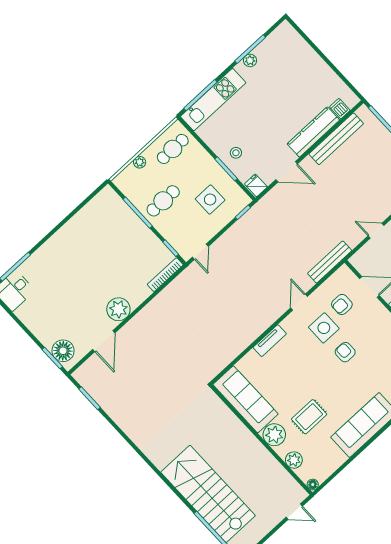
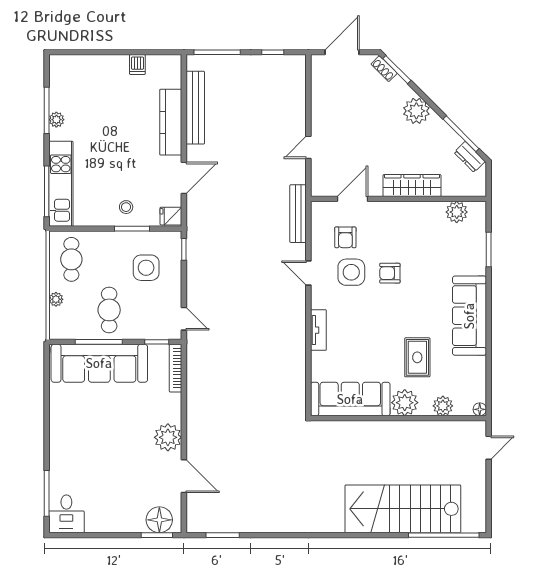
dishwasher: (340, 109) -> (137, 65), moved, turned -90
sofa: (125, 225) -> (99, 363), added

